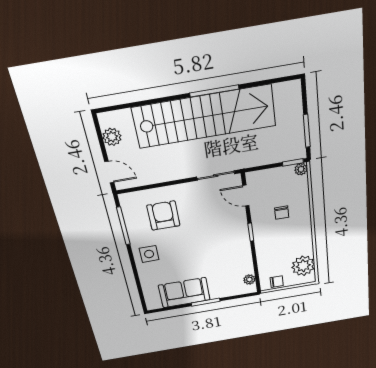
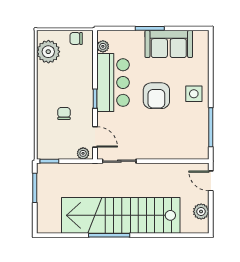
plant: (301, 169) -> (83, 153), moved
armchair: (163, 216) -> (156, 96), moved
bar counter: (234, 250) -> (113, 83), added

